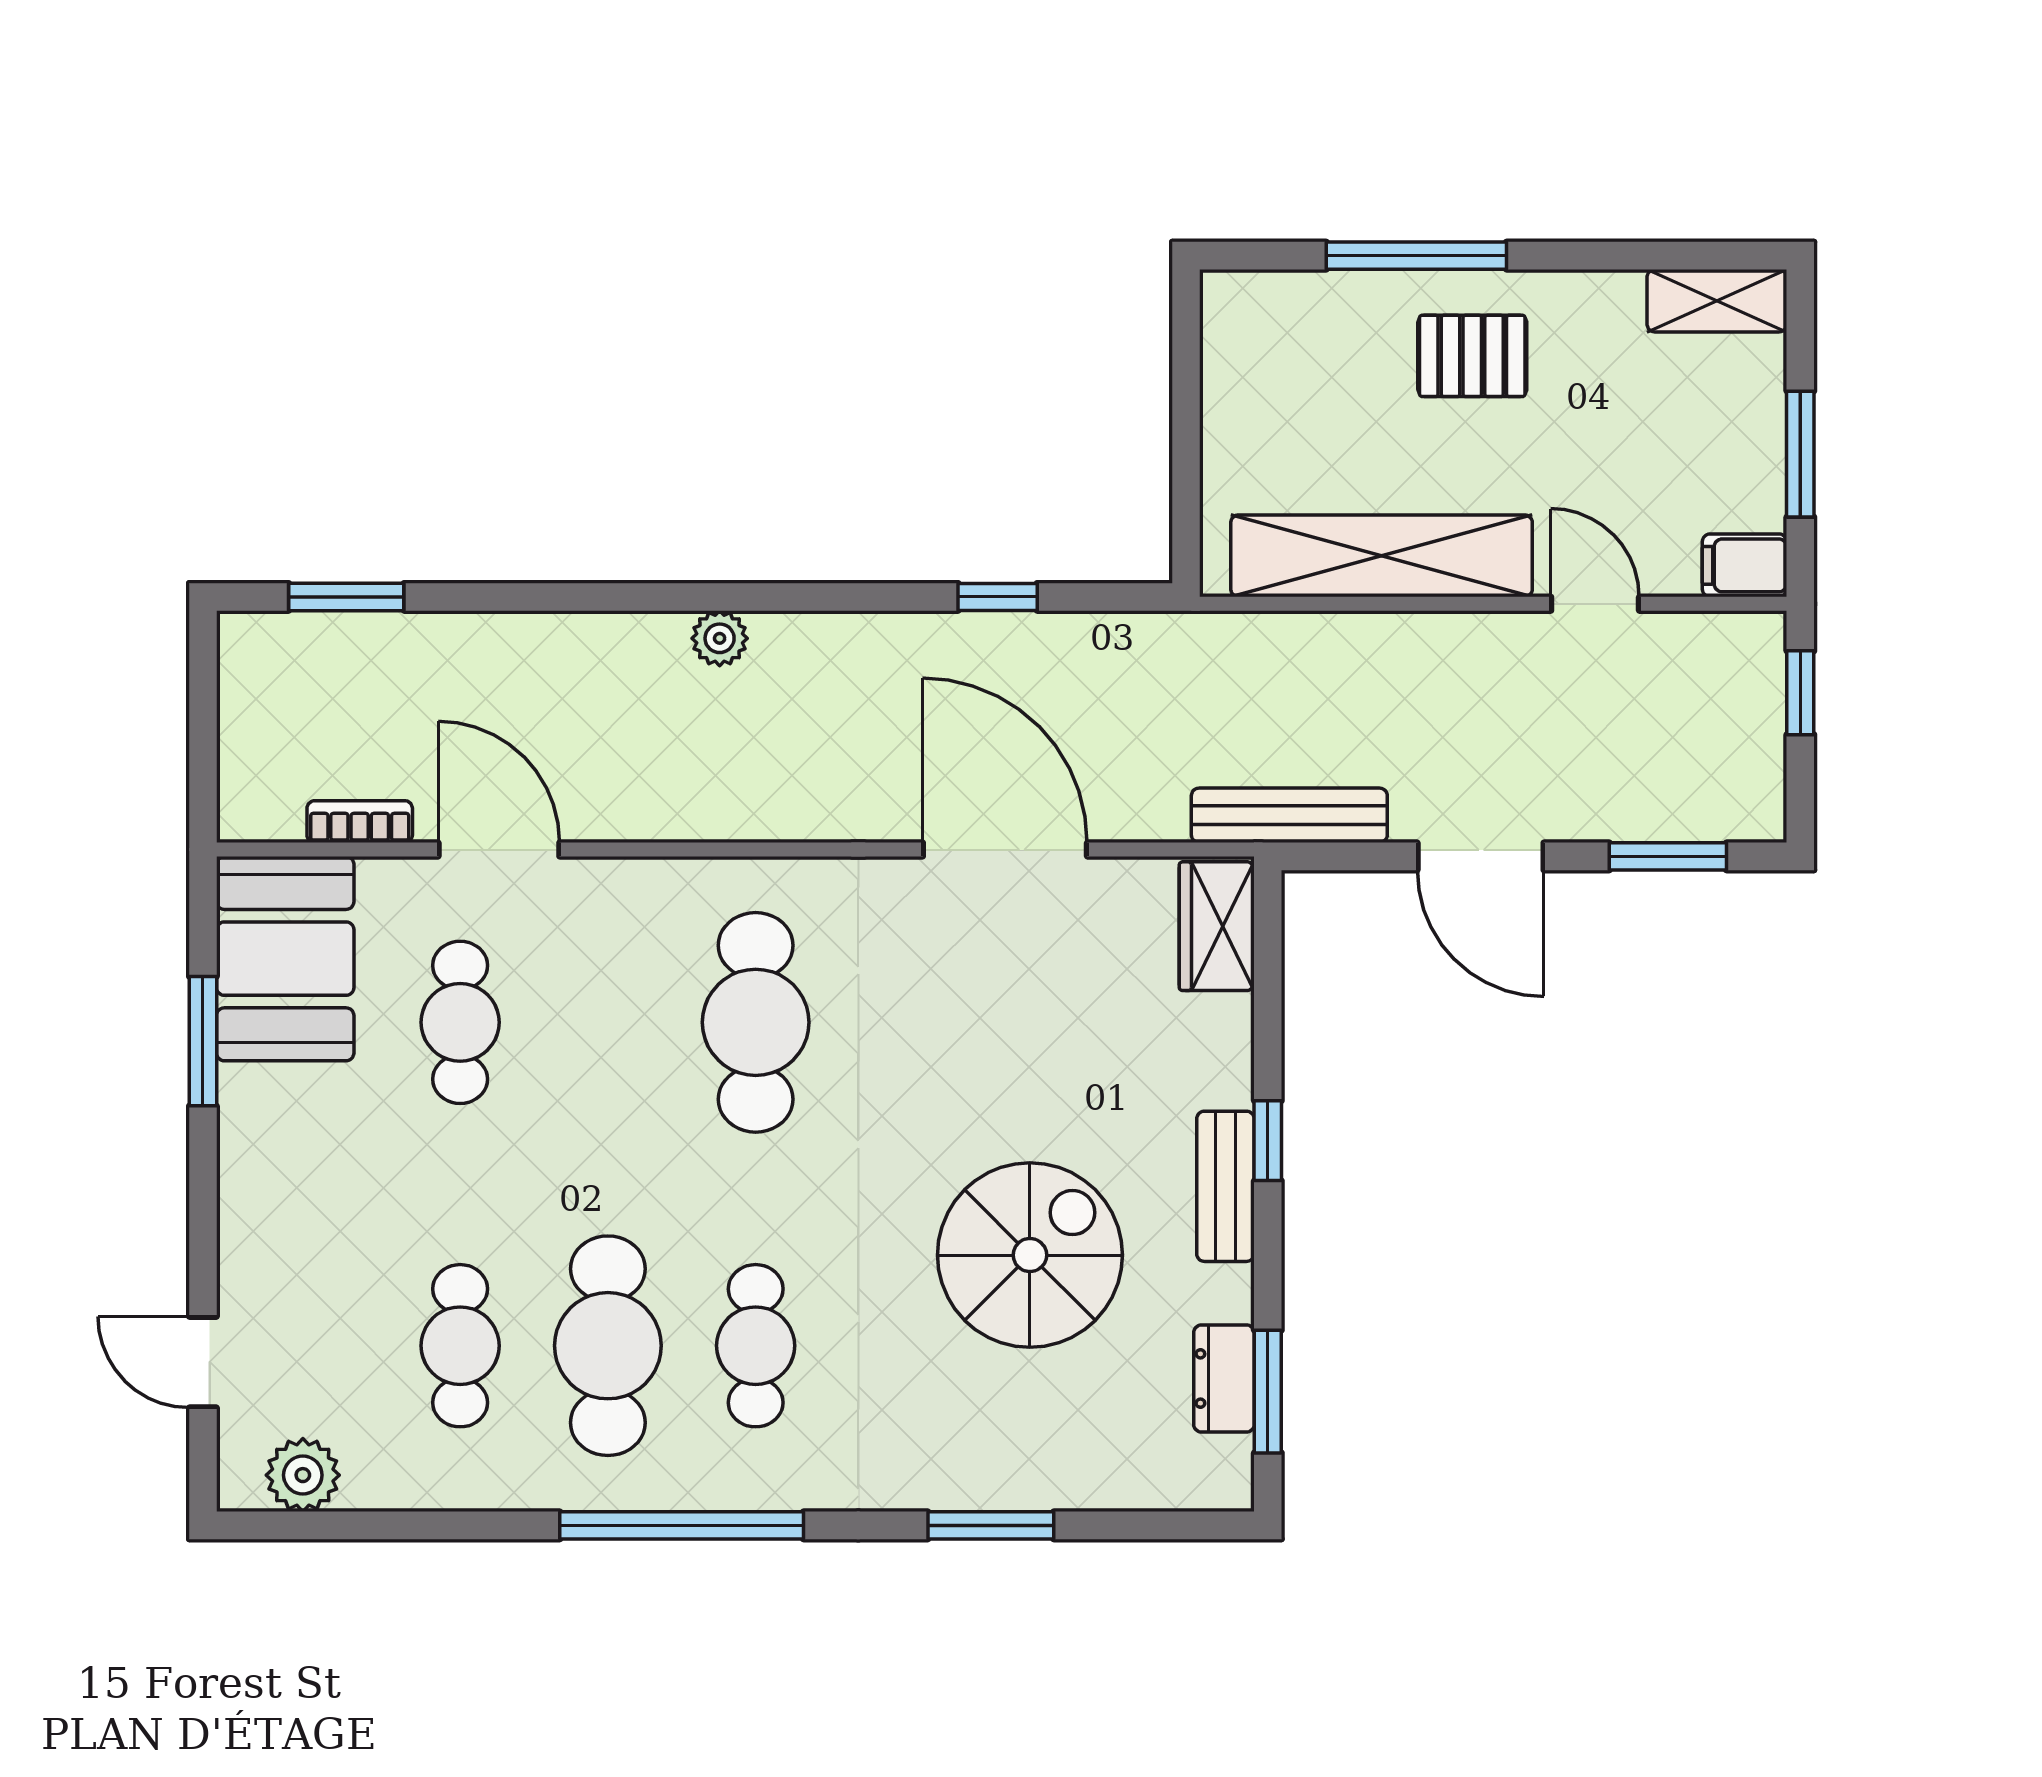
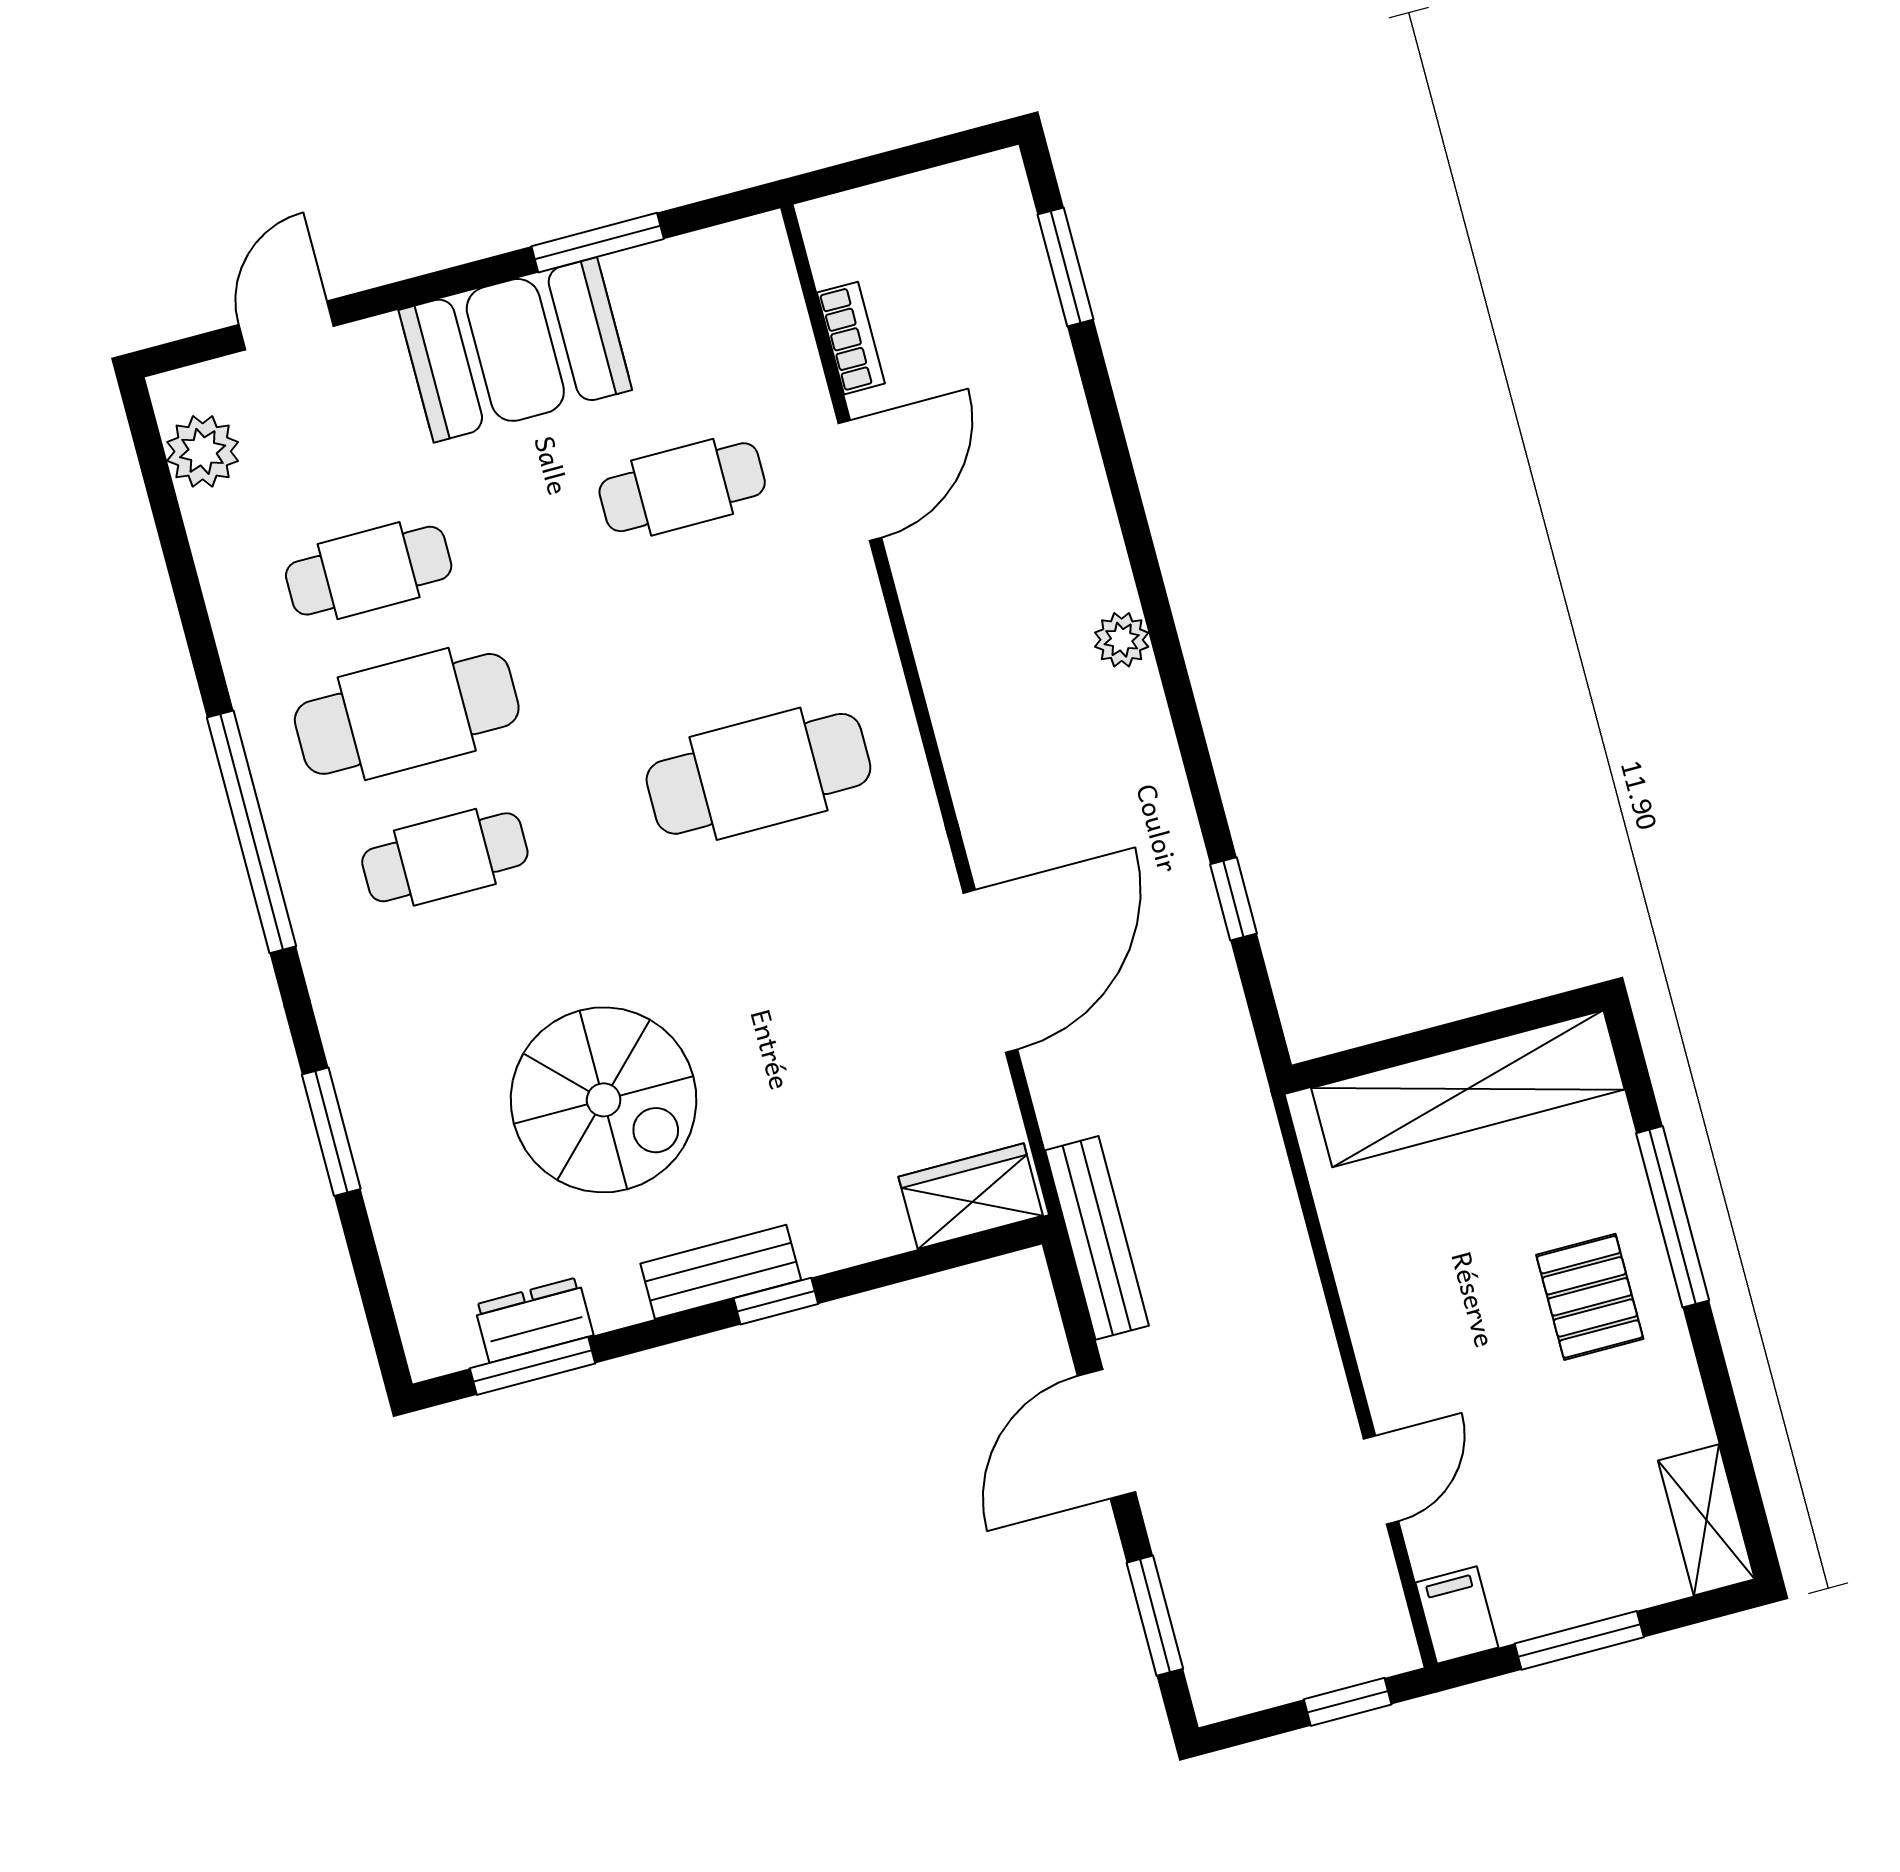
shelving: (1382, 556) -> (1468, 1089), moved, turned 90
booth: (285, 959) -> (515, 350), moved

